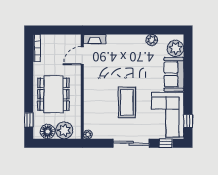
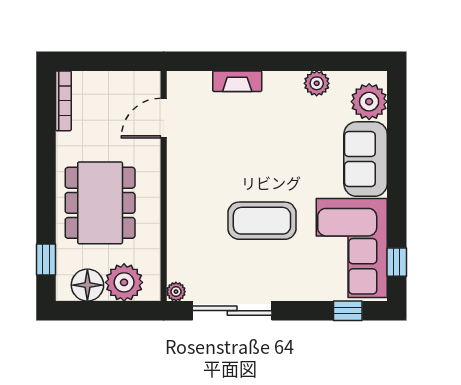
fireplace: (95, 39) -> (237, 81), moved
coffee table: (127, 102) -> (262, 221), turned 90
sliding door: (131, 143) -> (232, 311), moved

